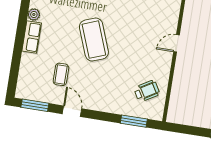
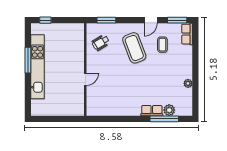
row of seats: (32, 37) -> (187, 34), moved
coffee table: (94, 40) -> (134, 48), moved
door: (72, 111) -> (151, 20), hinge flipped

